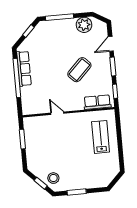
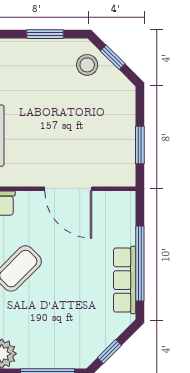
door: (57, 113) -> (68, 189), width x1.87

